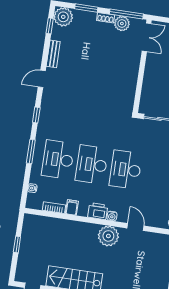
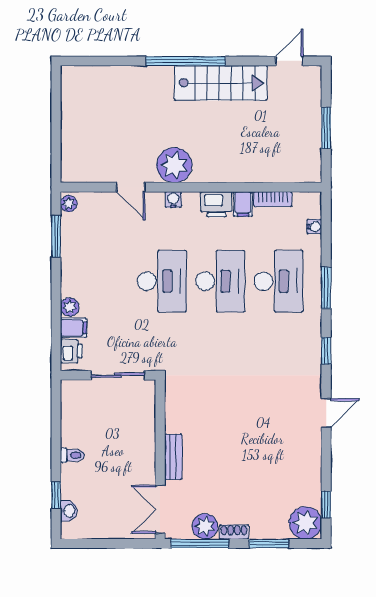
bench: (53, 54) -> (173, 457), moved
printer: (98, 211) -> (216, 204), moved
window: (17, 244) -> (326, 128), width x1.50

